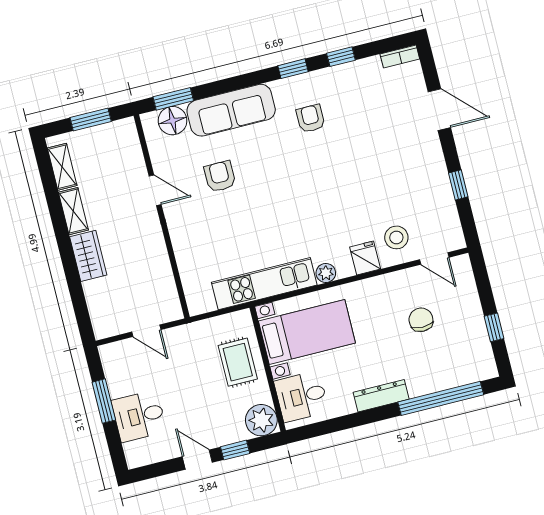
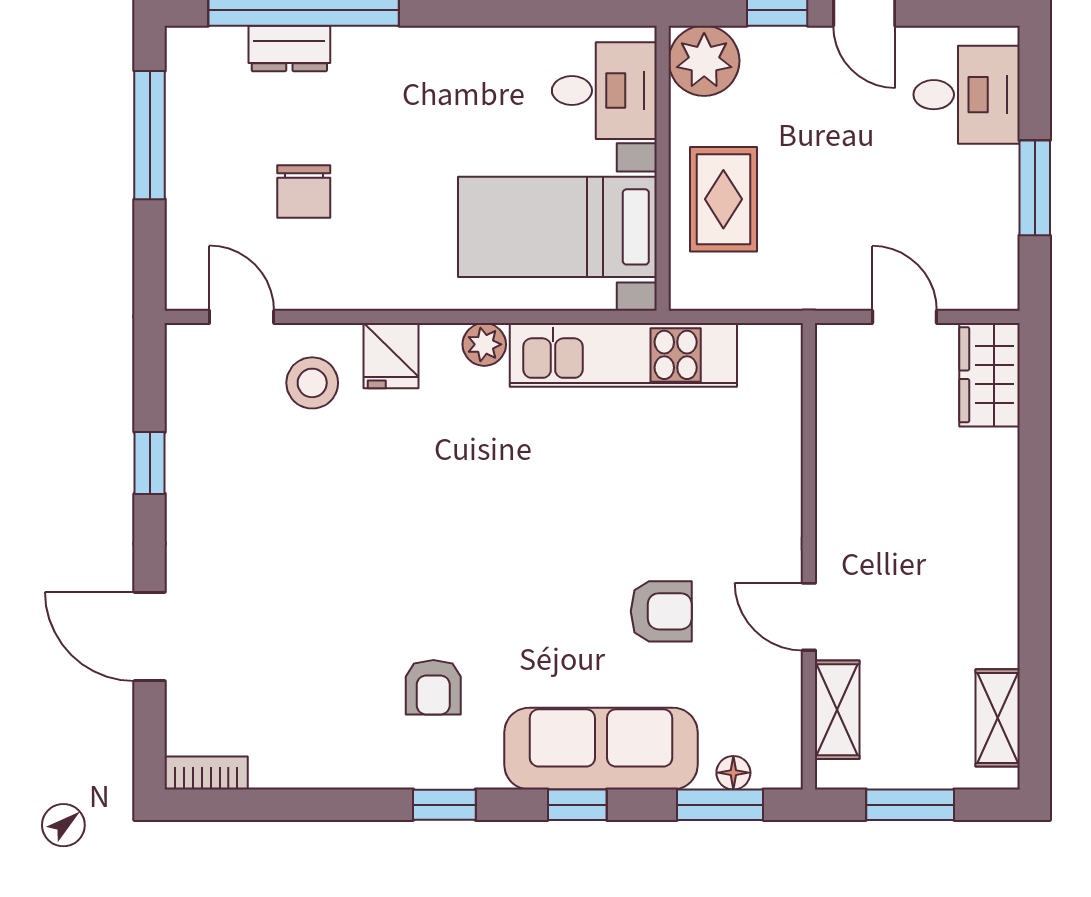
window: (341, 57) -> (577, 805), moved
floor lamp: (173, 121) -> (733, 773), width x0.53, depth x0.53
armchair: (220, 176) -> (661, 611), turned -90
shelving: (73, 211) -> (837, 710), moved
wardrobe: (88, 256) -> (989, 375), moved
window: (494, 327) -> (150, 135), width x2.17
dresser: (381, 396) -> (289, 48), moved, width x0.70
desk: (139, 416) -> (967, 95), moved

